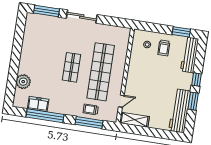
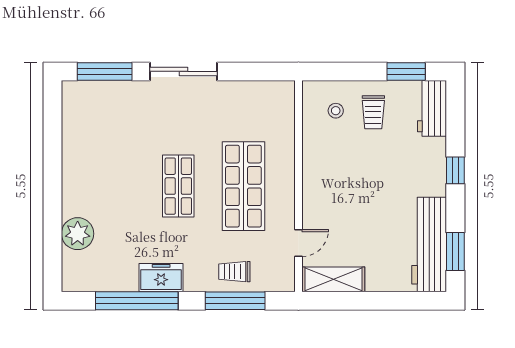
workbench: (190, 55) -> (432, 108), width x0.73
shop shelf: (101, 72) -> (243, 186), width x0.71
window: (193, 101) -> (455, 251), moved
freezer: (38, 104) -> (161, 278), moved

